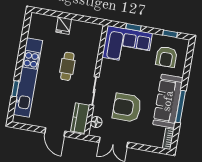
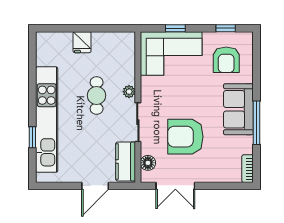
plant: (92, 68) -> (129, 92), added
sofa: (168, 101) -> (238, 109), width x0.73
door: (55, 132) -> (95, 186), hinge flipped

